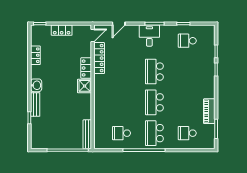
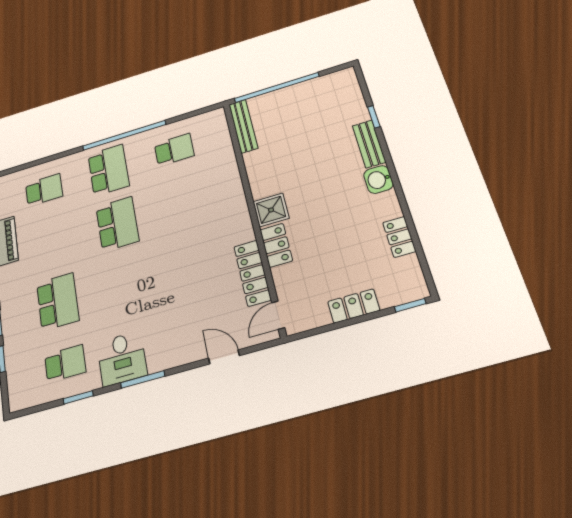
door: (119, 24) -> (224, 357), hinge flipped
desk: (149, 36) -> (122, 358), moved
school desk: (154, 72) -> (58, 302), moved

